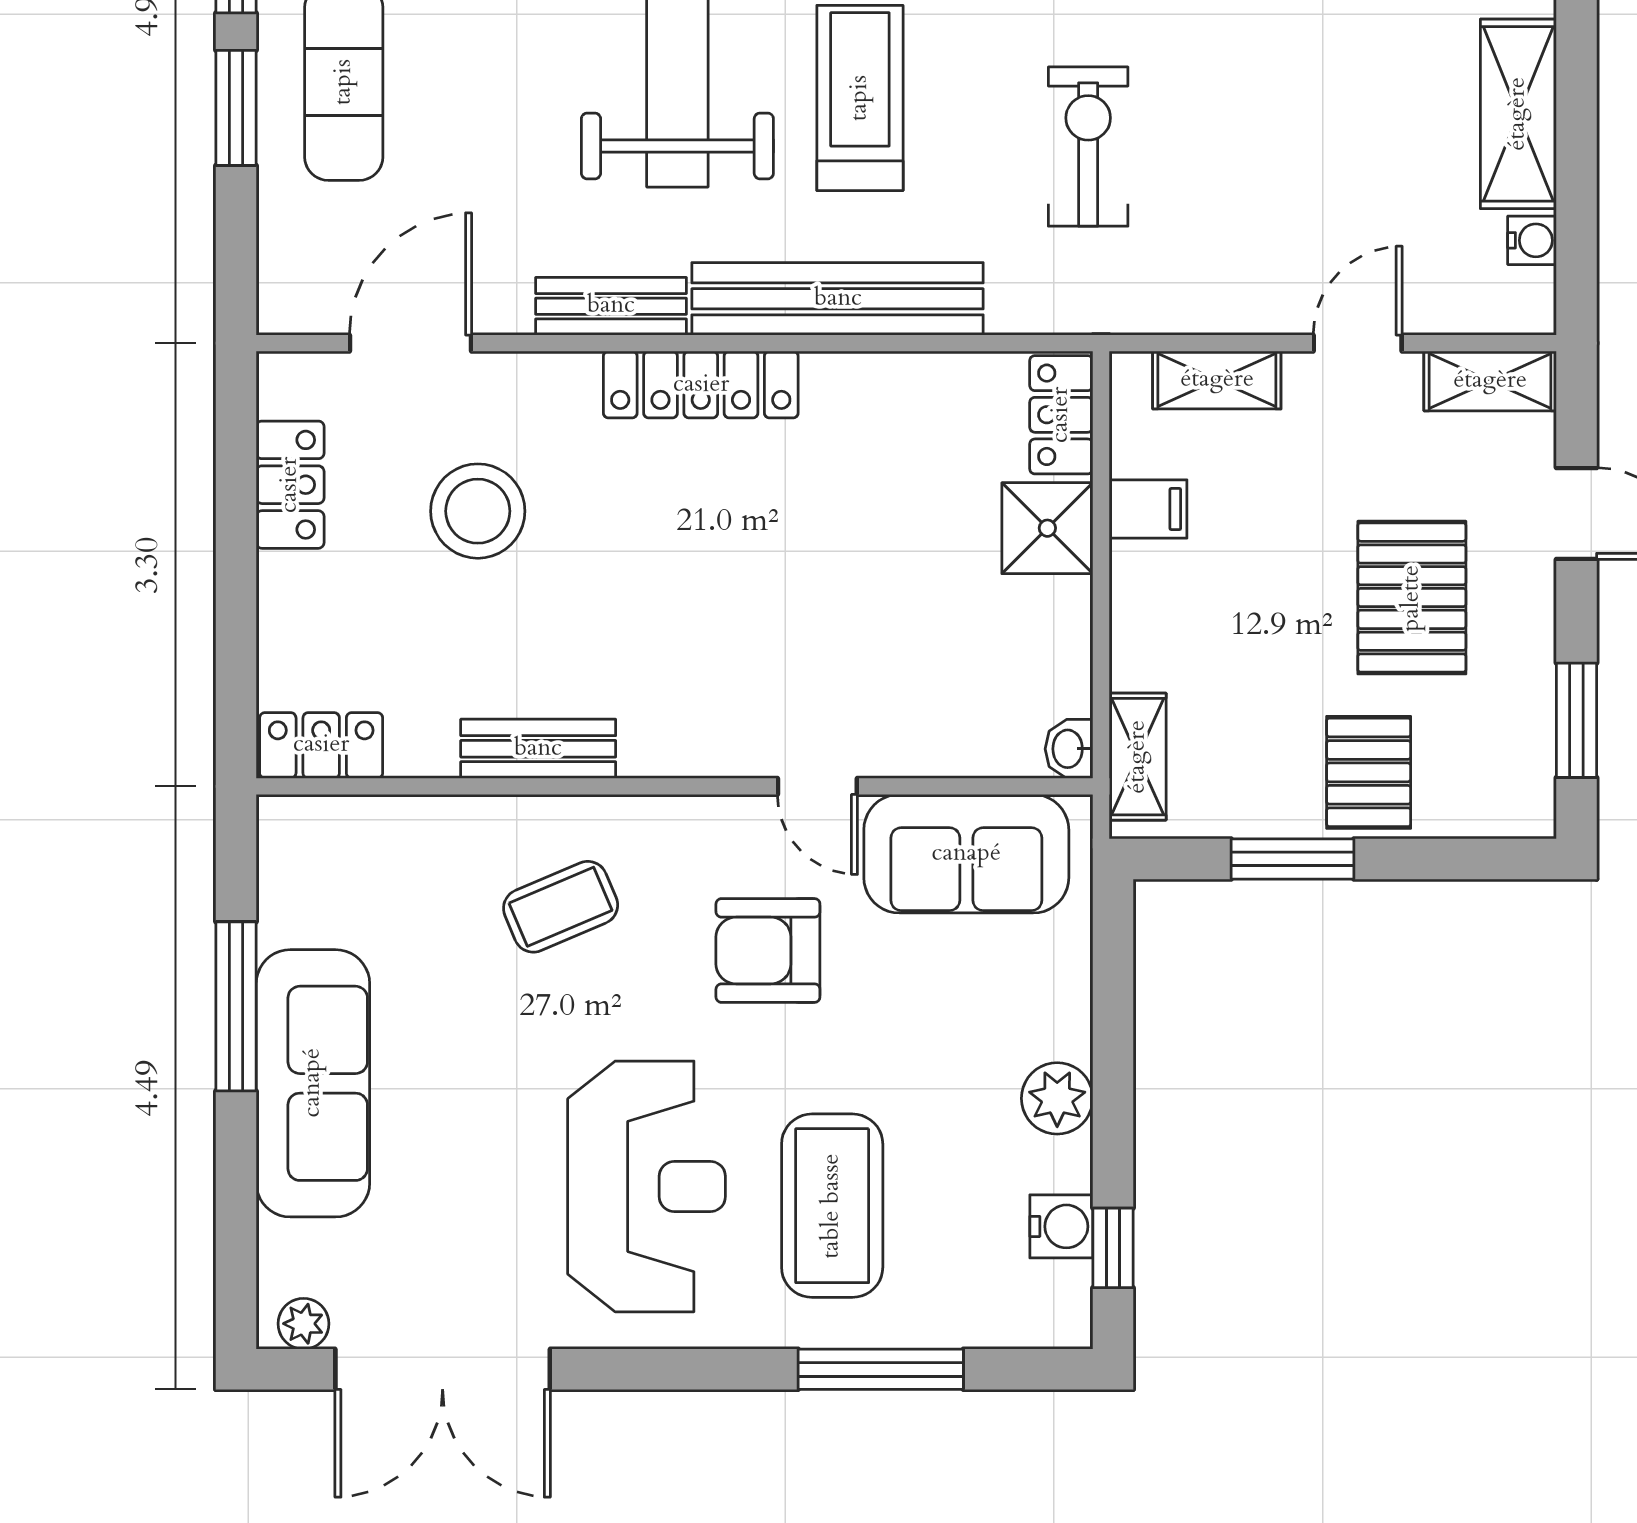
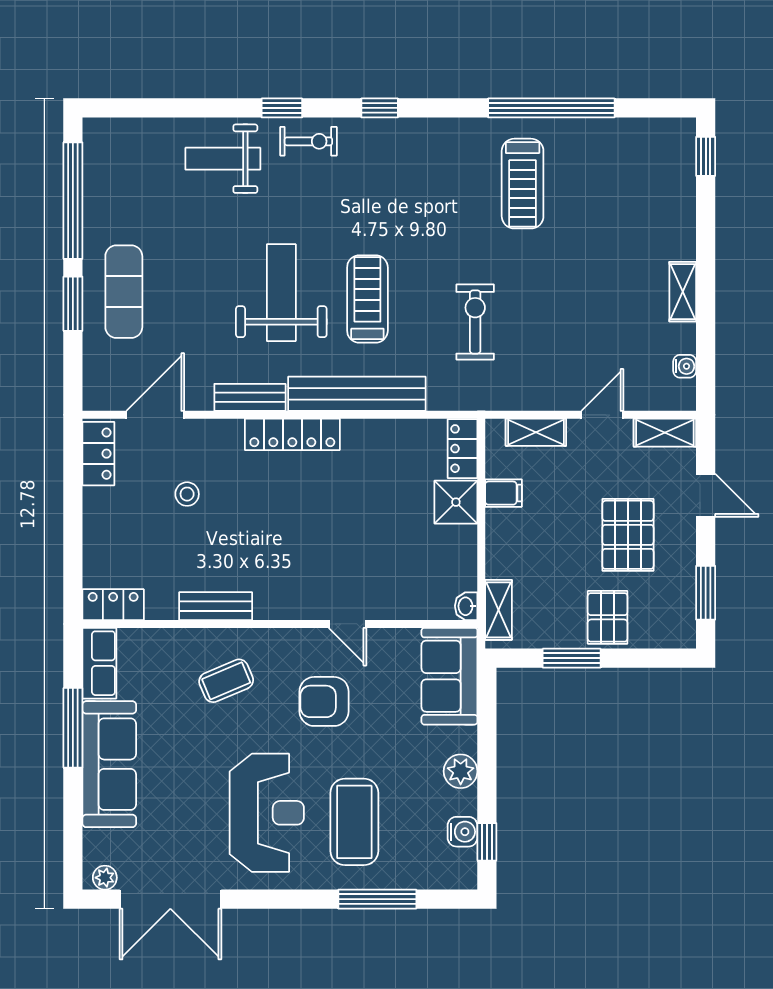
shelving: (1518, 114) -> (683, 292), width x0.67, depth x0.75
locker: (290, 485) -> (98, 454), moved
stool: (478, 511) -> (187, 494), width x0.53, depth x0.53
sofa: (966, 854) -> (449, 676), moved, turned 90
row of seats: (292, 869) -> (99, 663), added

